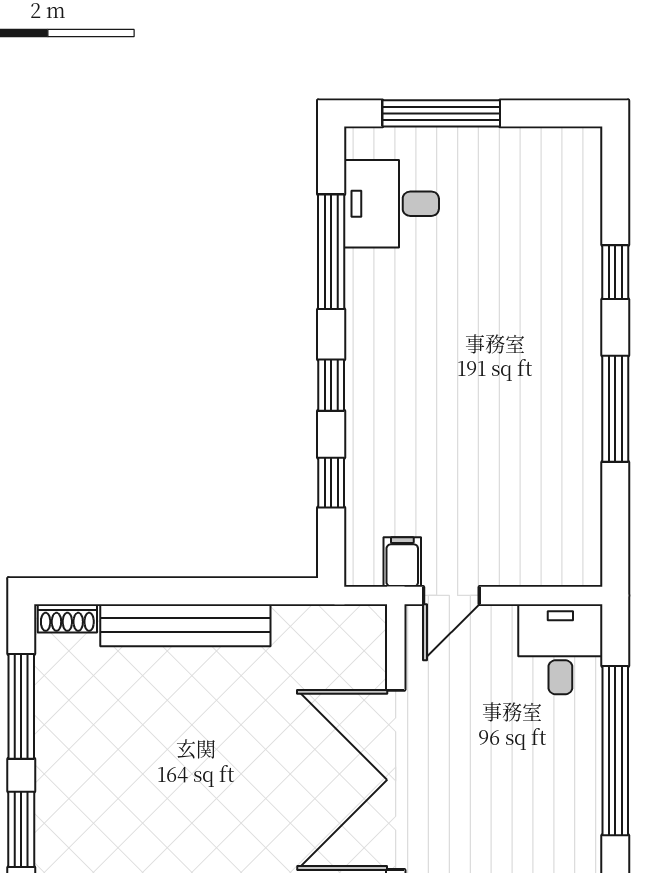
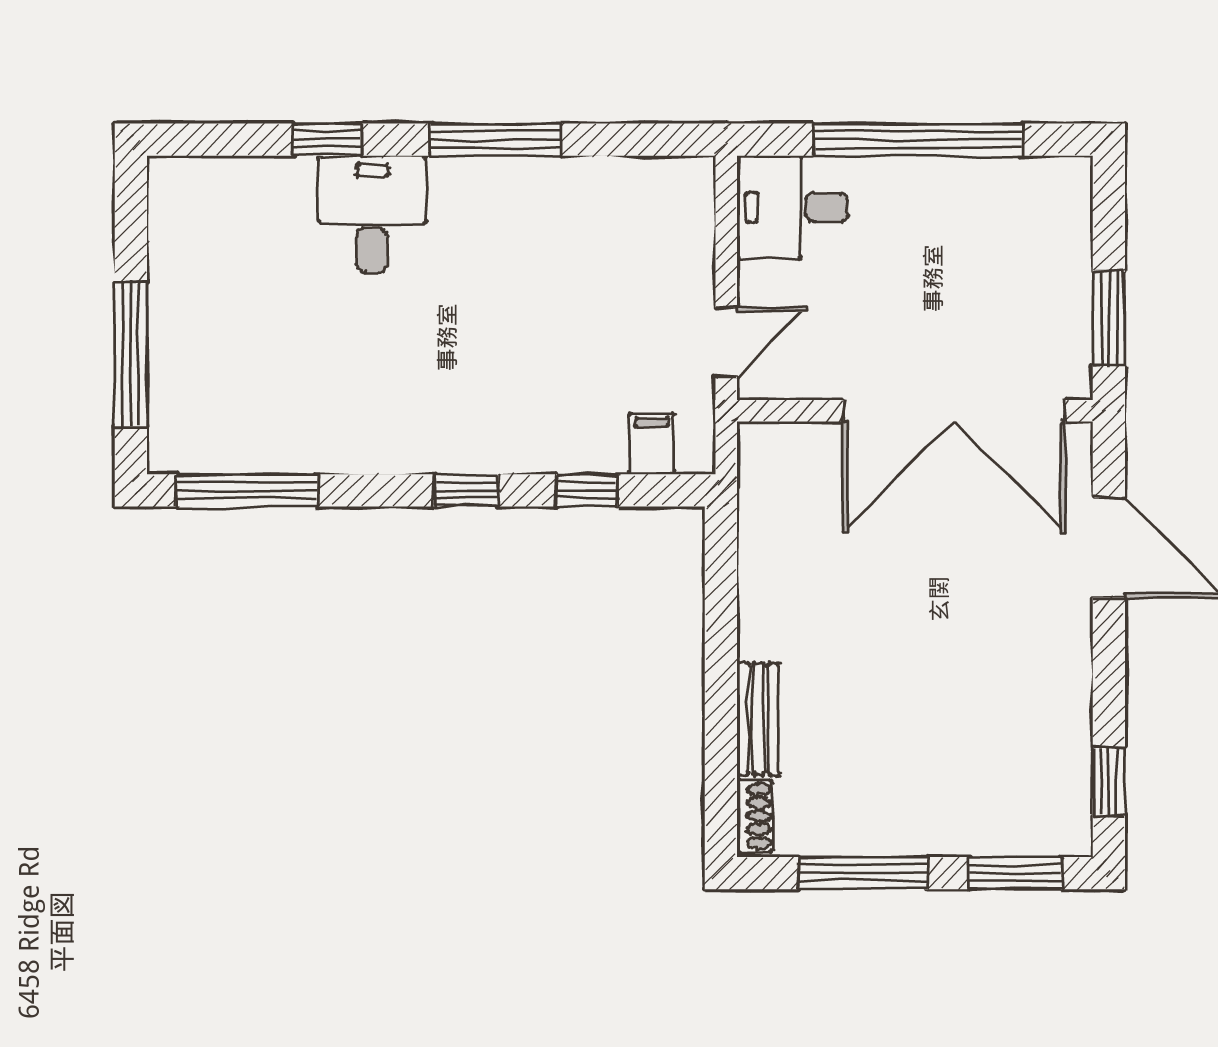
desk: (391, 204) -> (372, 214), moved, turned 180
window: (331, 252) -> (247, 490), moved
filing cabinet: (402, 562) -> (652, 444), moved, turned 90
door: (451, 595) -> (726, 342), hinge flipped
bench: (185, 625) -> (758, 719), width x0.54, depth x0.82

